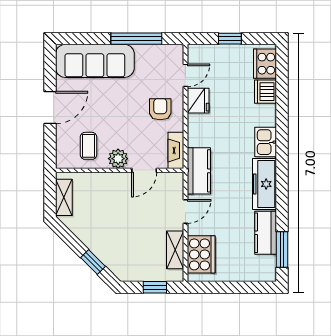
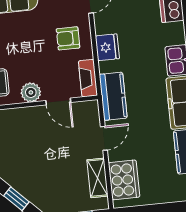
fridge: (198, 101) -> (107, 47), moved
armchair: (160, 109) -> (68, 38), turned -90
door: (144, 170) -> (58, 101), hinge flipped

